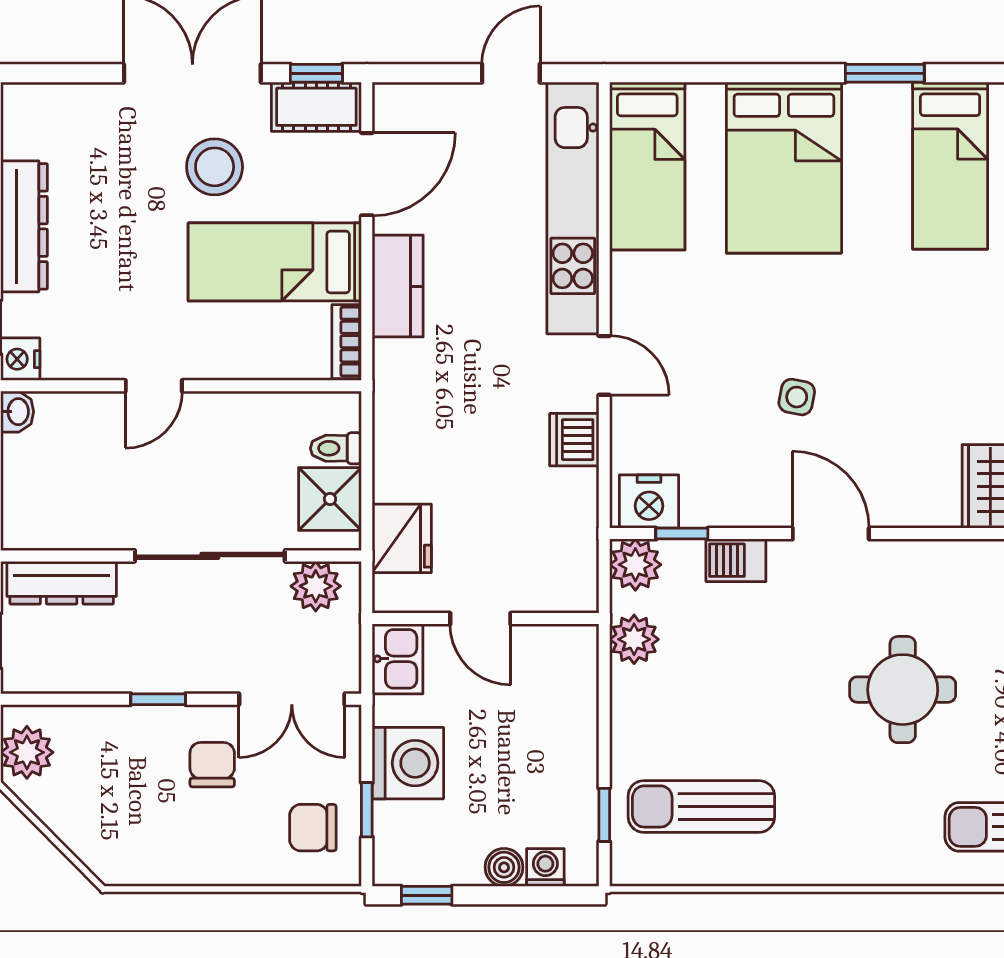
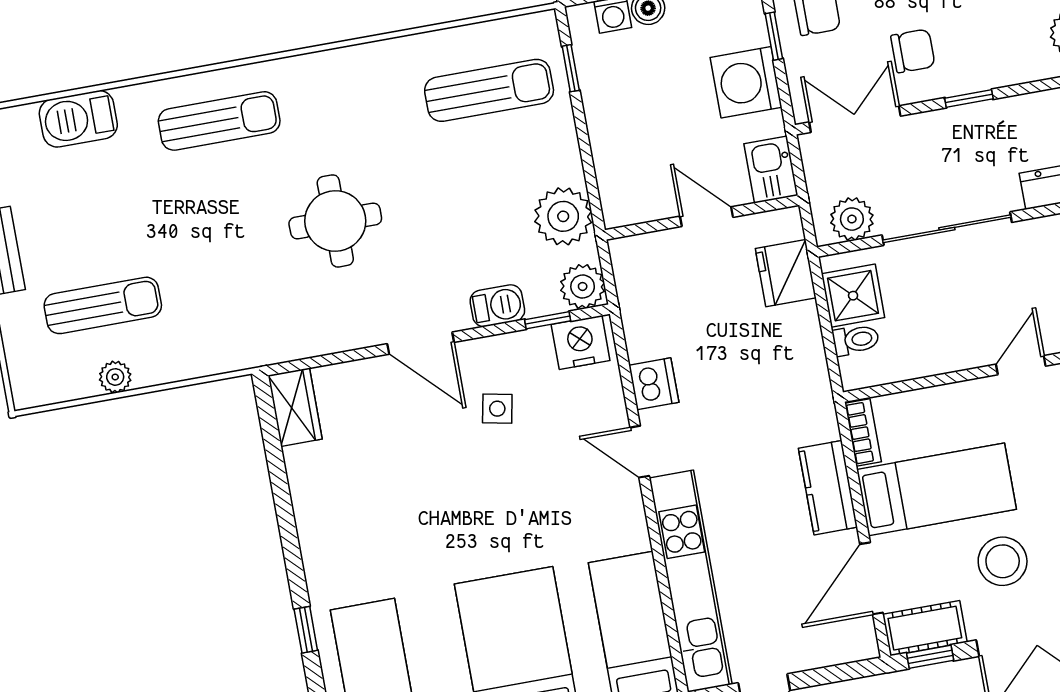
side table: (797, 397) -> (497, 409), moved
plant: (634, 639) -> (563, 216), width x1.36, depth x1.36
chair: (212, 765) -> (913, 51), turned -90

